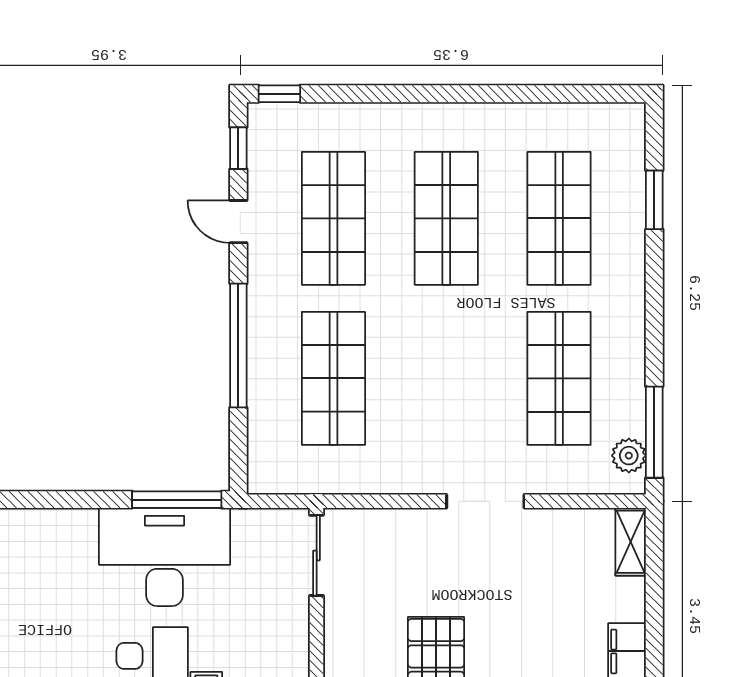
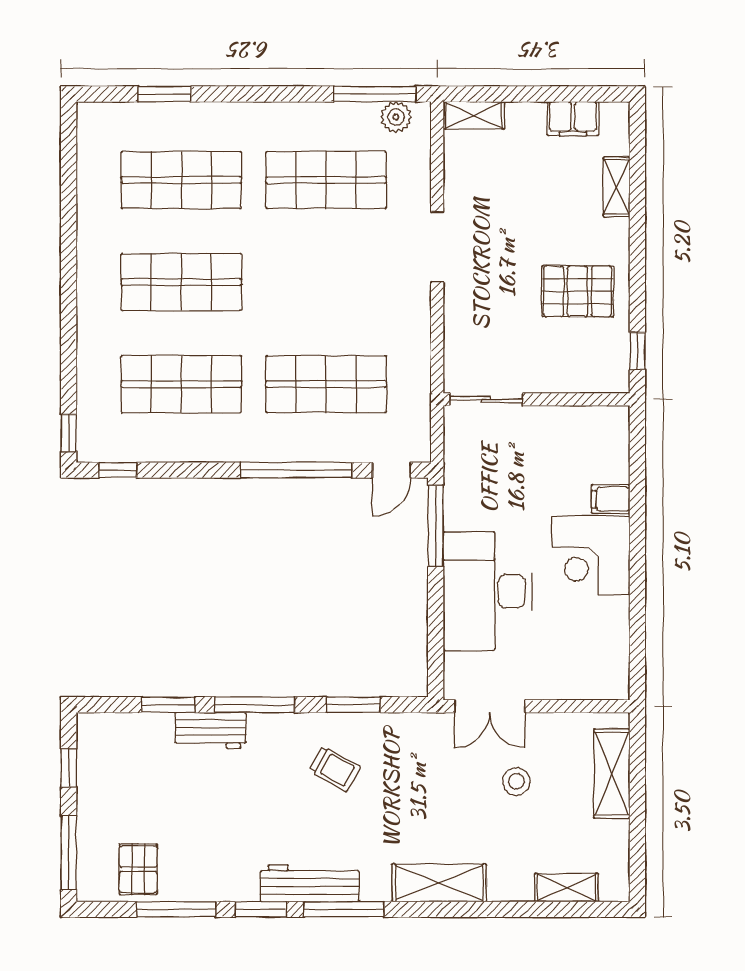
door: (238, 222) -> (391, 470), moved
desk: (164, 557) -> (488, 591), moved

